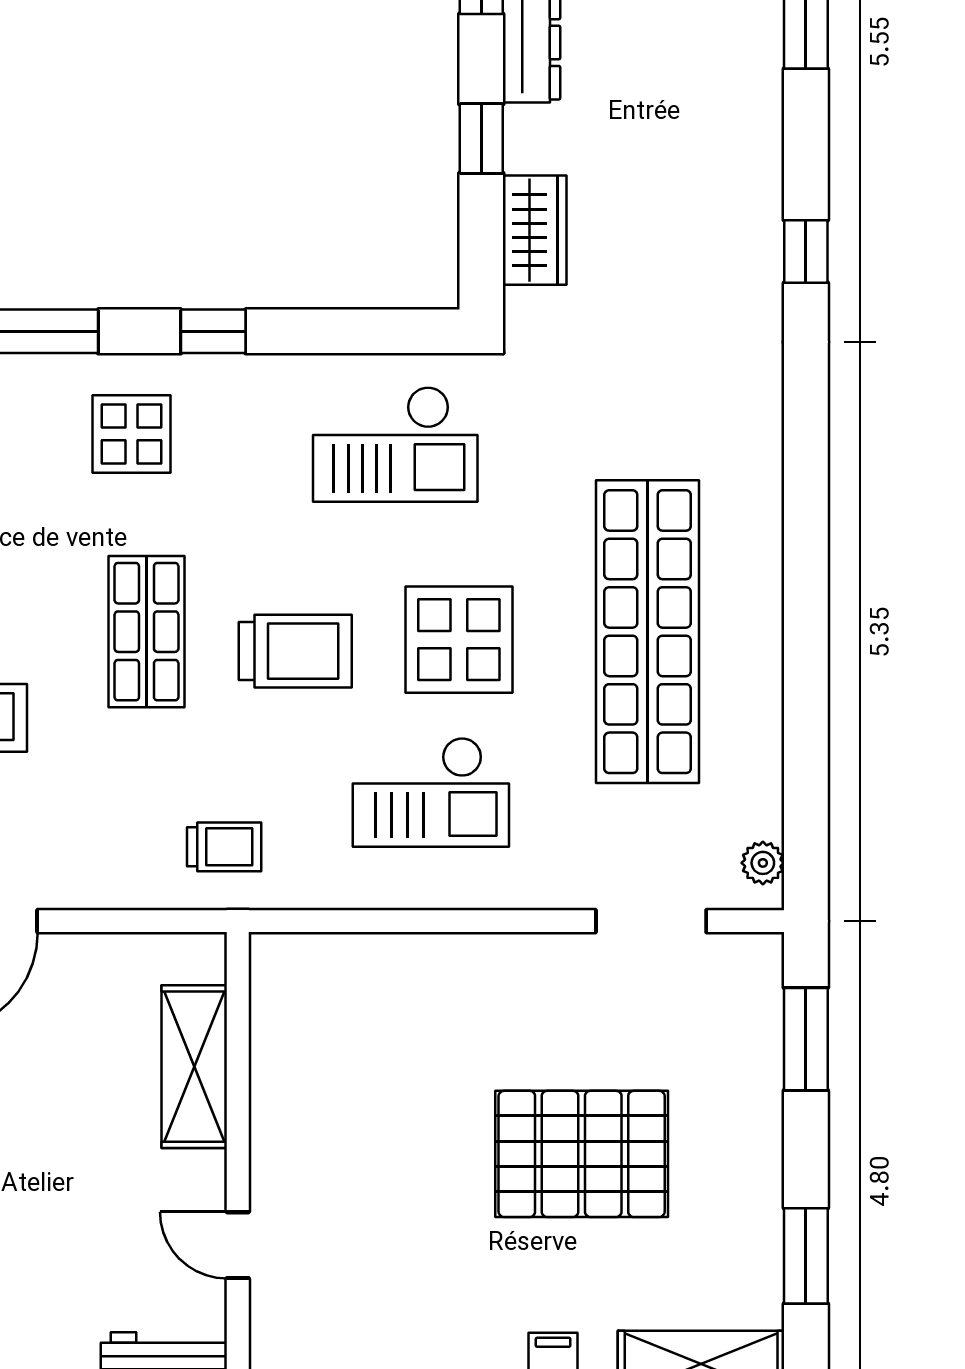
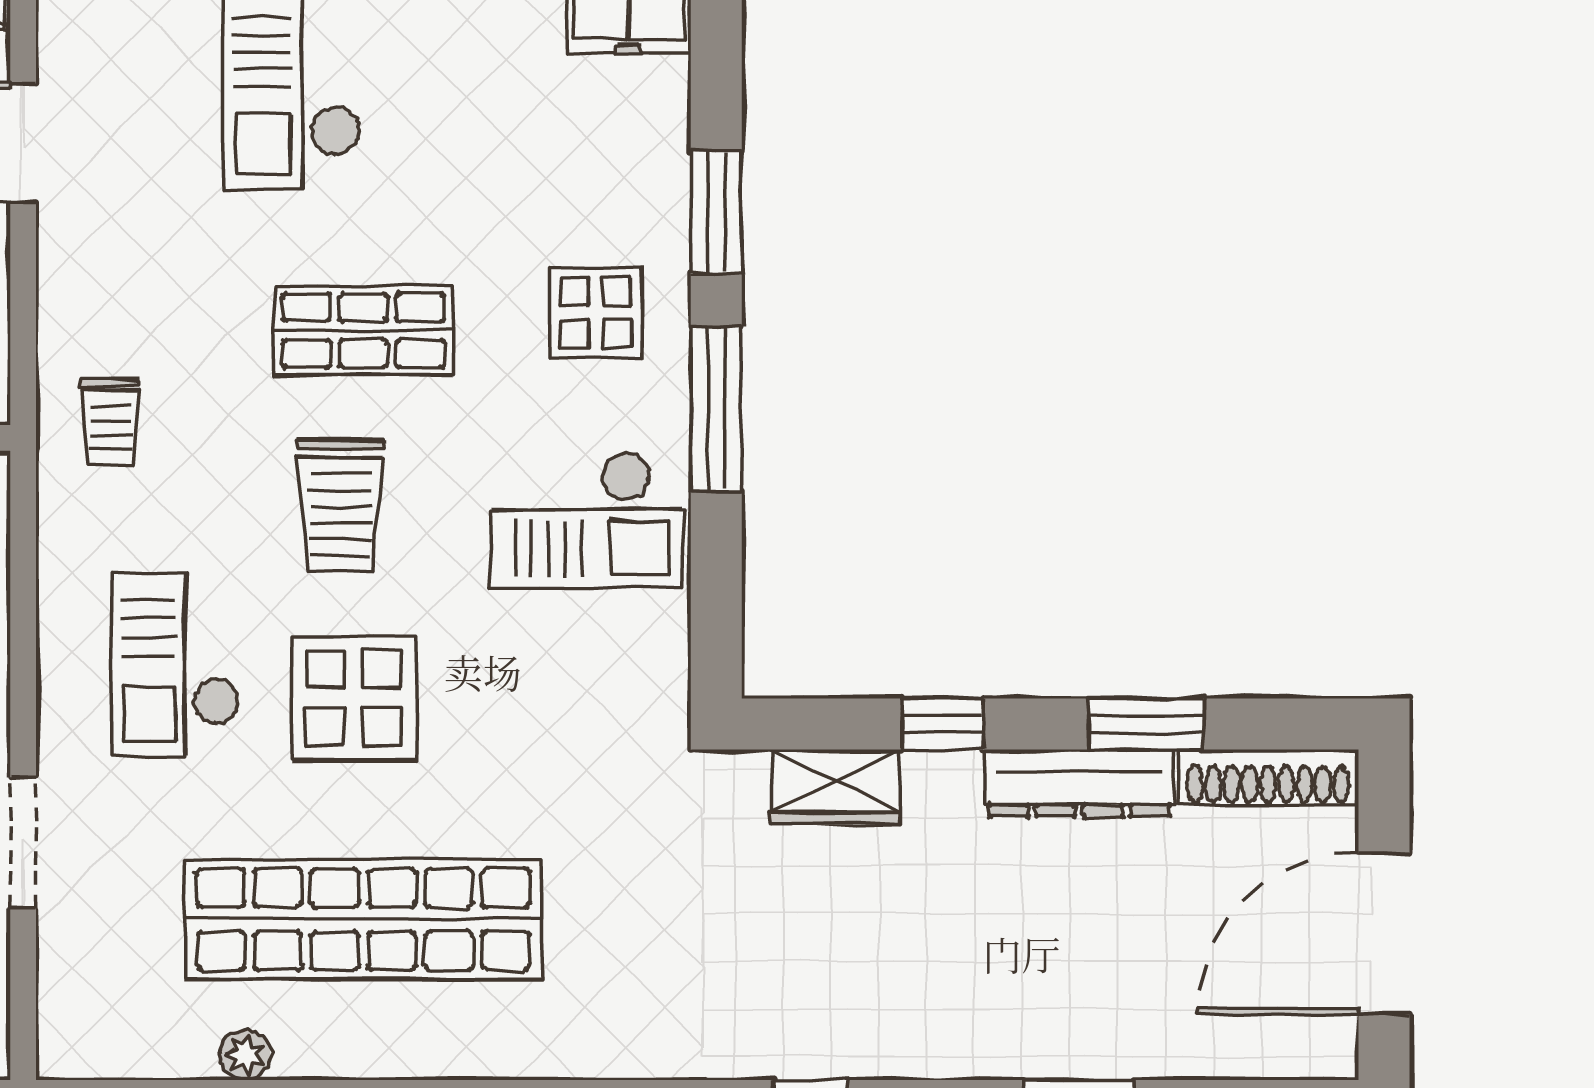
window: (213, 331) -> (716, 409), width x2.17
checkout: (395, 444) -> (587, 520), moved, turned -90
plant: (763, 863) -> (245, 1055), moved
doorway: (651, 921) -> (23, 843), moved

